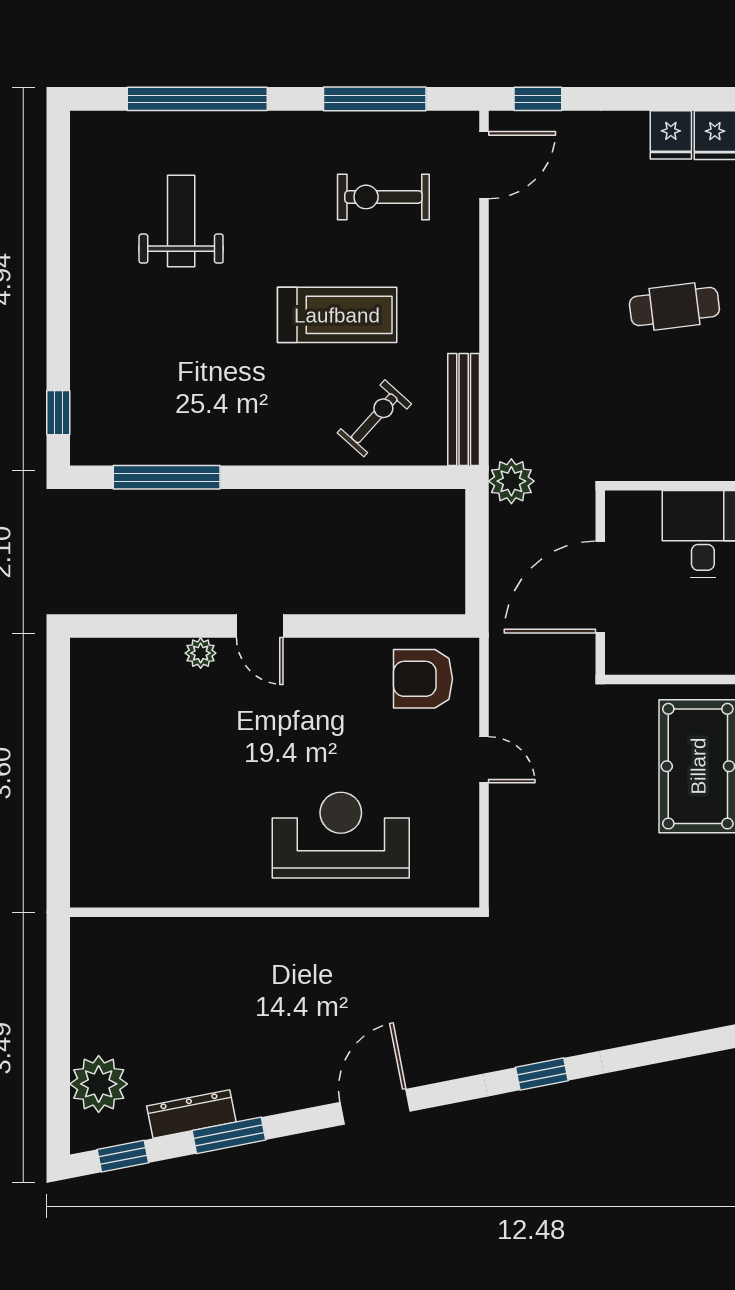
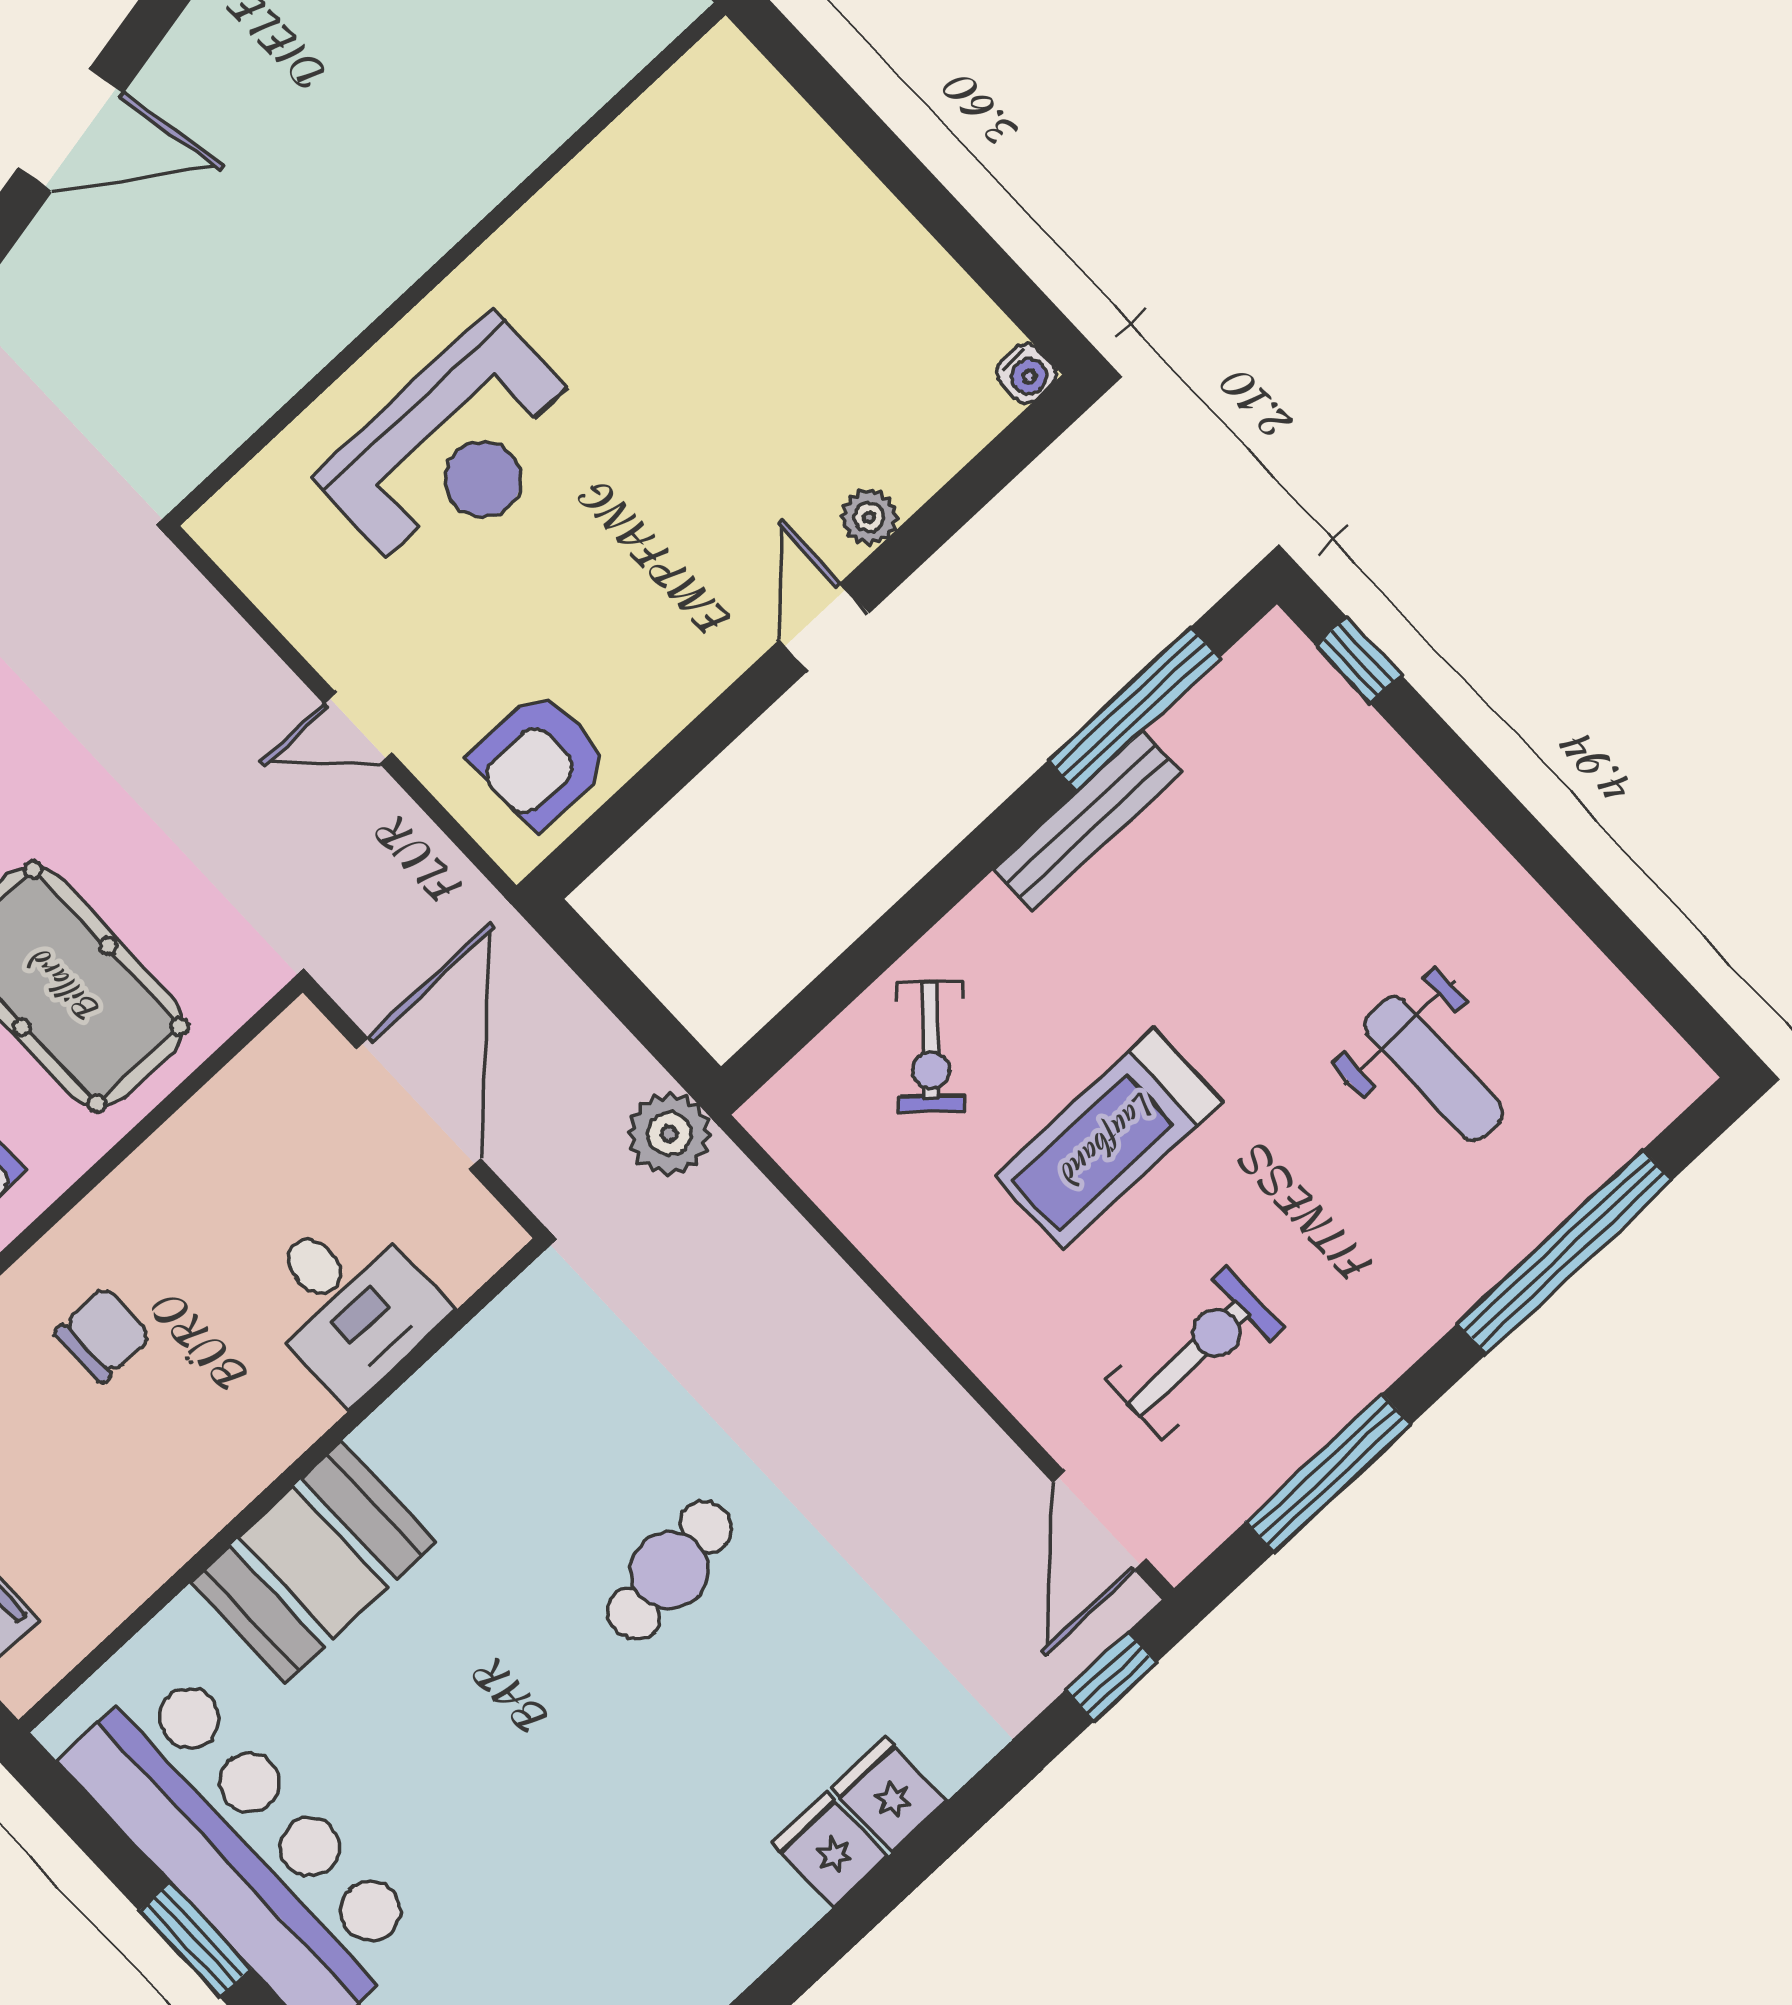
bench: (464, 409) -> (1087, 821), moved, turned 90
door: (260, 626) -> (824, 627), hinge flipped
water cooler: (84, 652) -> (1026, 374), added
armchair: (423, 679) -> (540, 760), turned 180
door: (375, 1107) -> (71, 130), hinge flipped

